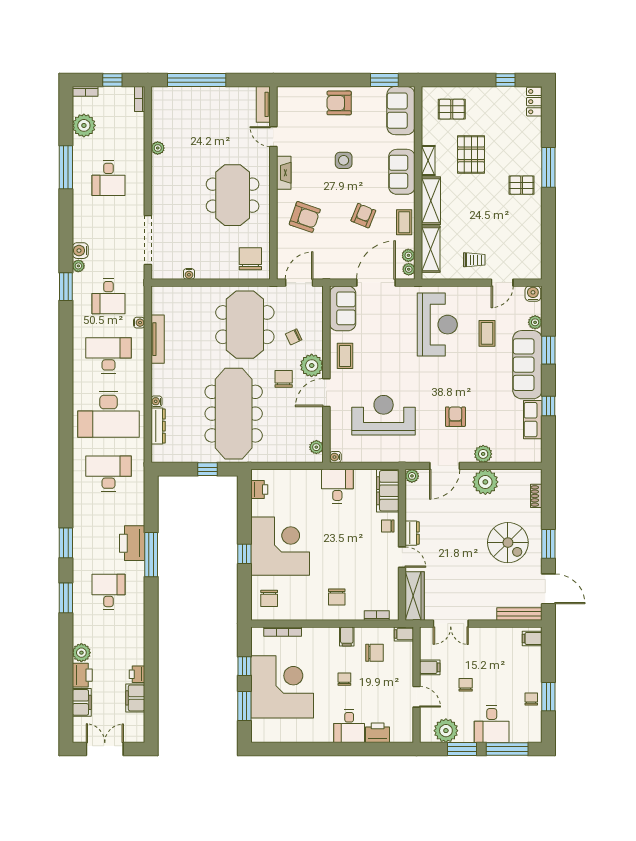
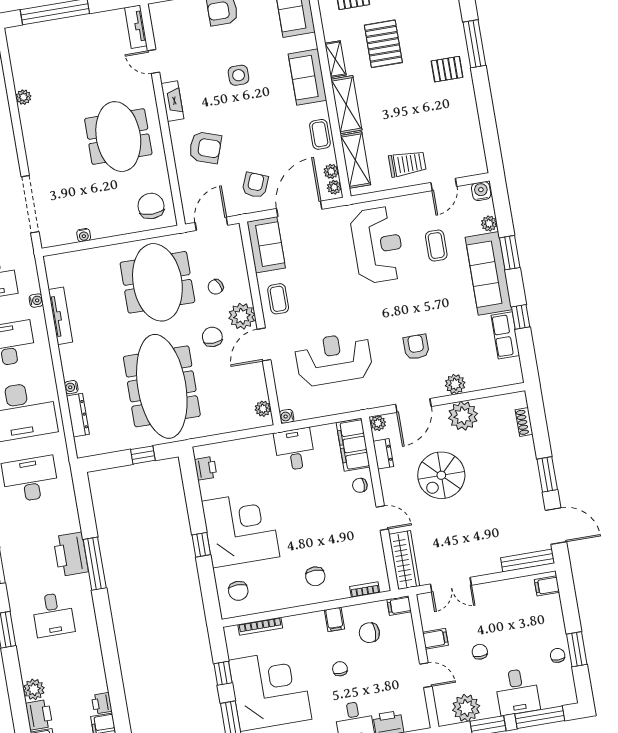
armchair: (363, 216) -> (255, 185), moved
trolley: (474, 260) -> (407, 164), width x1.36, depth x1.39
dresser: (412, 533) -> (383, 454), moved
spiral stairs: (508, 543) -> (441, 475), moved, turned 90
desk: (108, 592) -> (53, 615), turned 180
chair: (375, 653) -> (369, 633), turned 180

